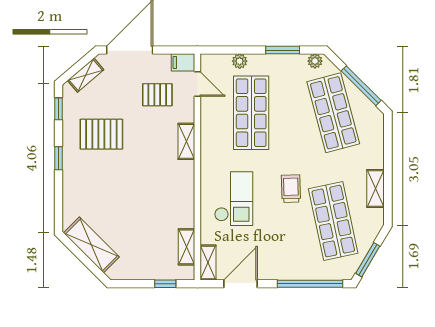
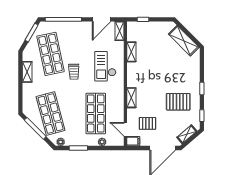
shelving: (186, 247) -> (131, 52), moved

